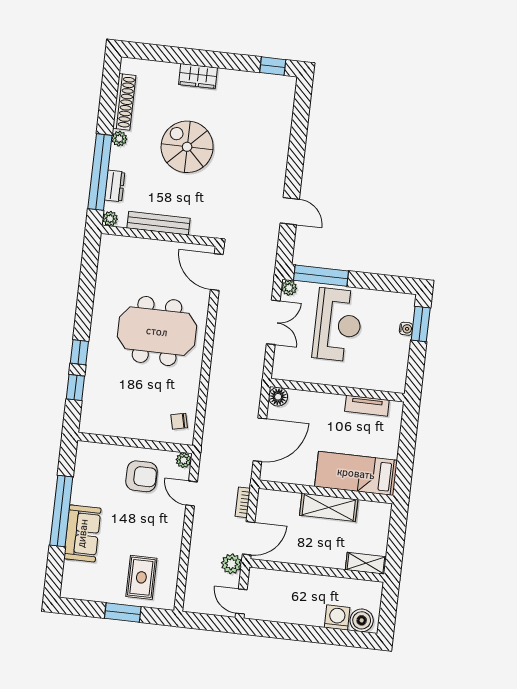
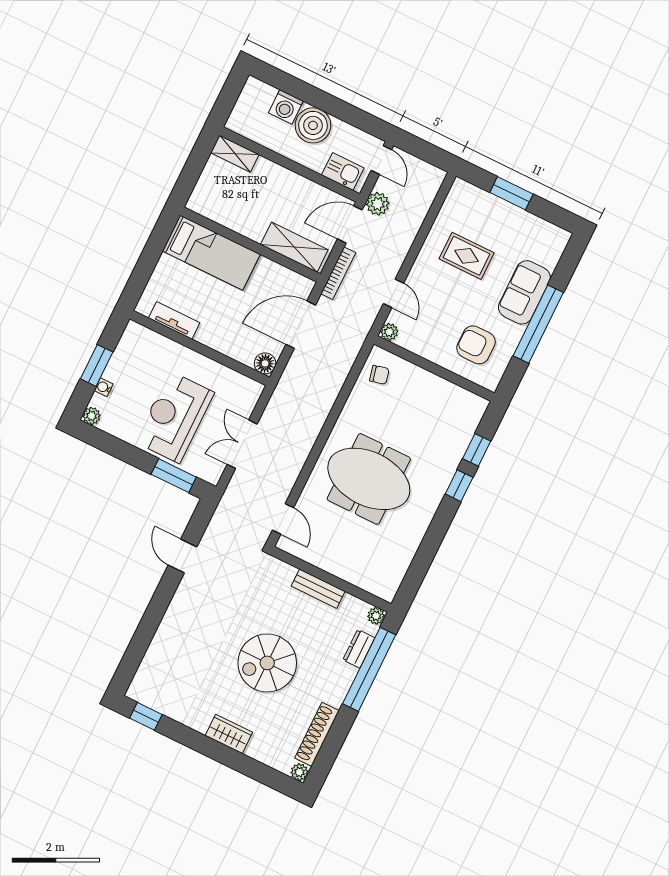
plant: (119, 139) -> (299, 772), moved
spiral stairs: (187, 147) -> (267, 663), turned 90
bench: (158, 223) -> (318, 589), width x0.73
door: (217, 272) -> (283, 519), width x0.73
window: (321, 276) -> (174, 476), width x0.69
plant: (289, 288) -> (92, 416), moved
window: (421, 324) -> (97, 365), moved
armchair: (142, 476) -> (476, 345), moved
bookcase: (243, 502) -> (338, 273), width x1.56
shelving: (329, 507) -> (294, 247), moved
rug: (141, 577) -> (467, 256), moved, turned 90
kitchen sink: (270, 580) -> (343, 171), added
boiler: (362, 620) -> (313, 125), moved, width x1.37, depth x1.37

